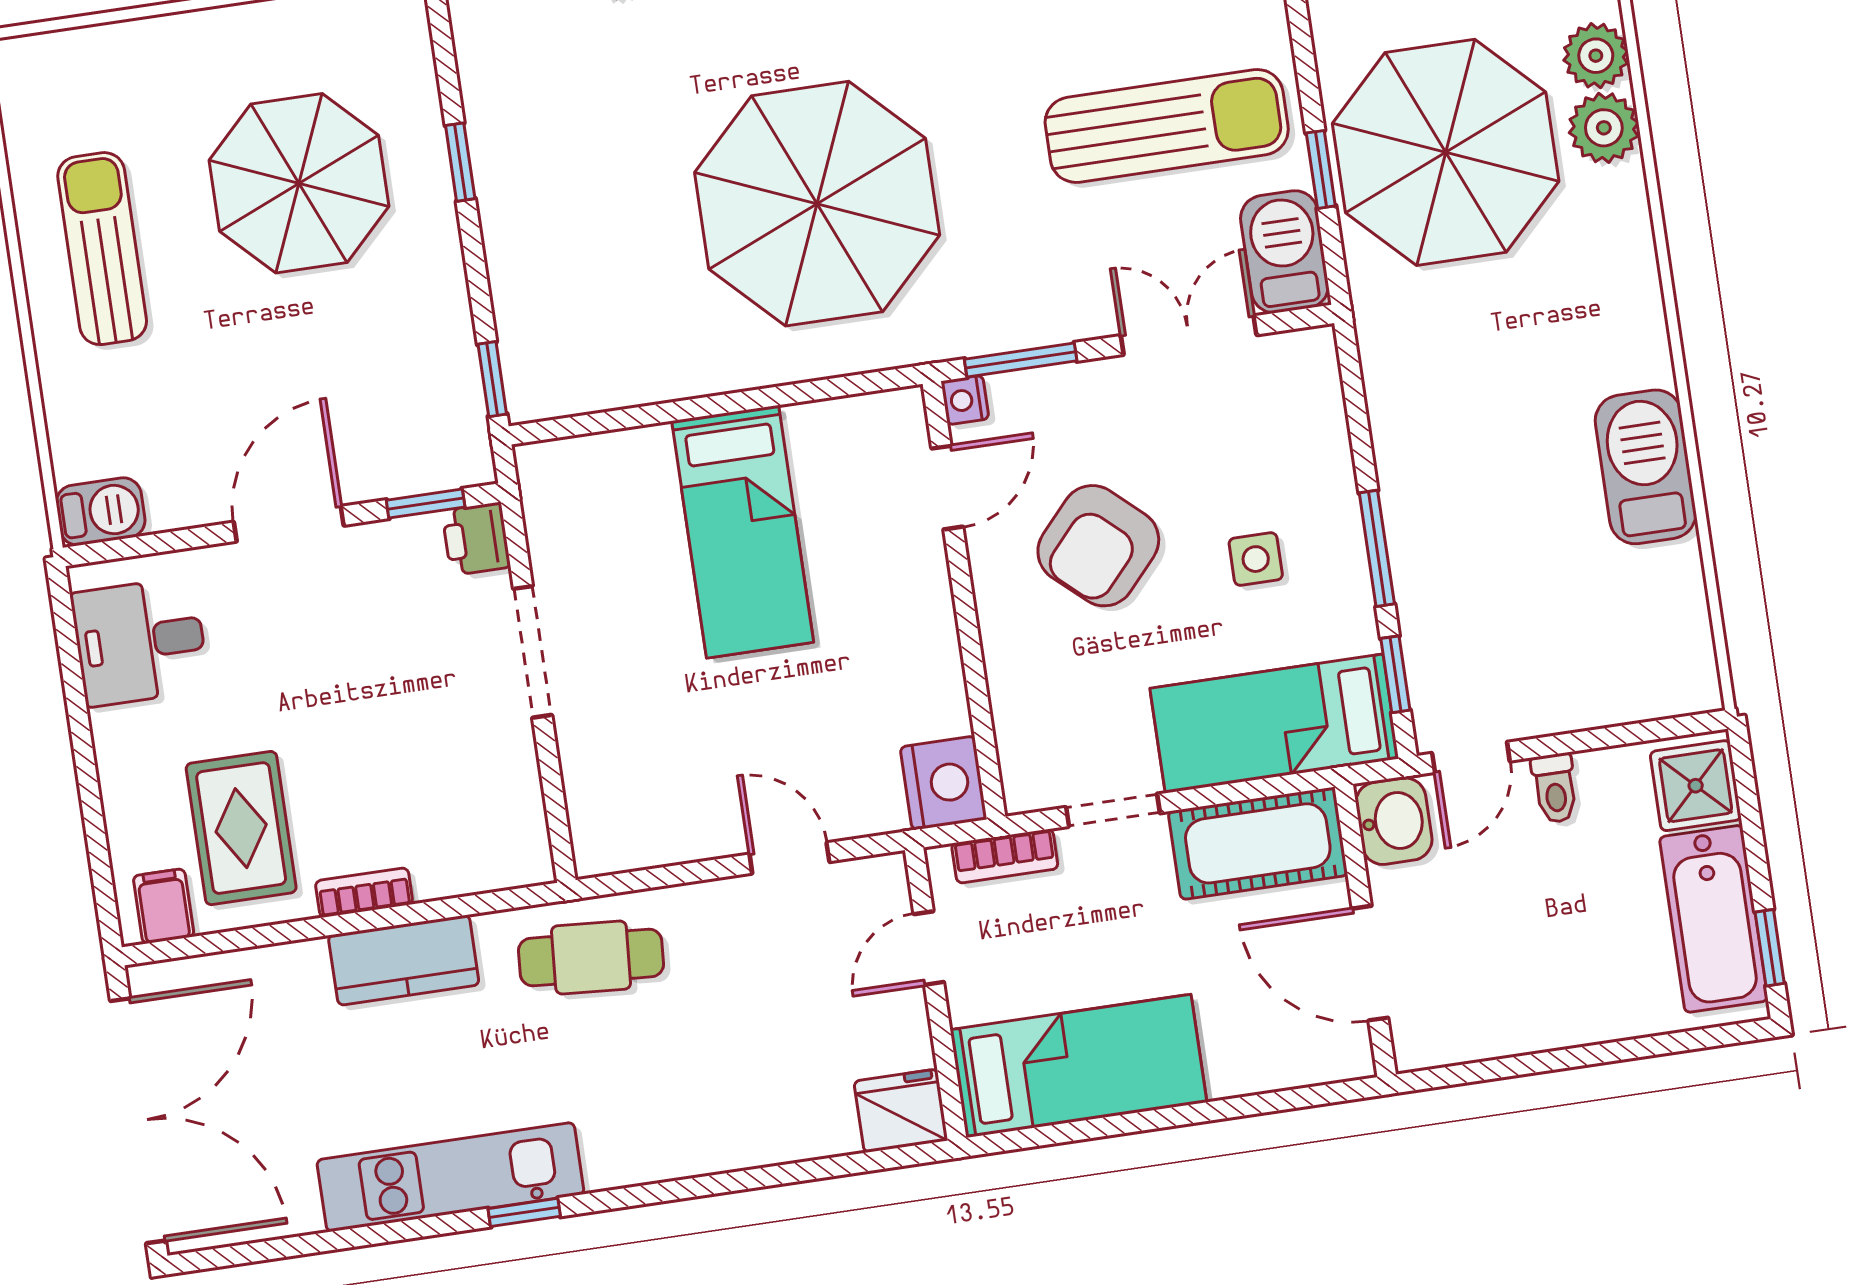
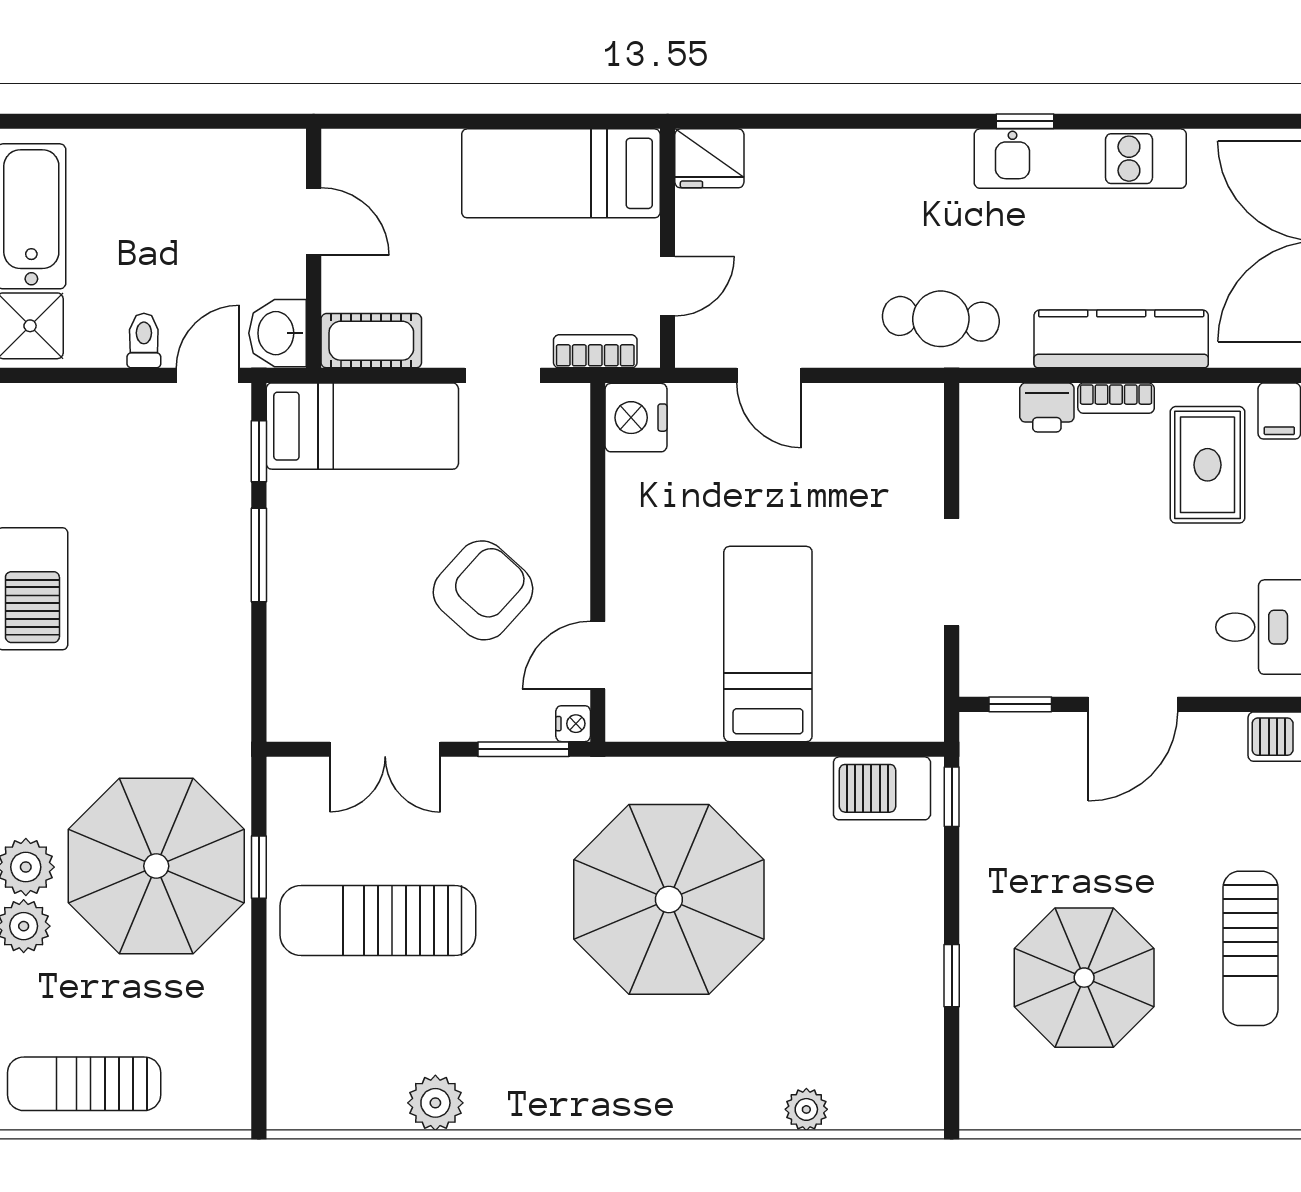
barbecue: (1285, 252) -> (882, 788), moved, turned 90
printer: (476, 539) -> (1047, 407), moved, turned 90
side table: (1256, 559) -> (358, 561), removed
cot: (1258, 843) -> (371, 341), width x0.73, depth x0.75
kitchen counter: (404, 960) -> (1121, 339), width x1.50
door: (1370, 963) -> (314, 221), width x0.73

